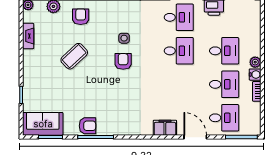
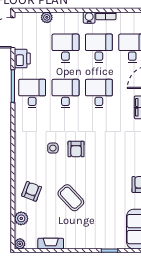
armchair: (81, 17) -> (32, 191), turned 111
armchair: (123, 61) -> (76, 149), turned -90
plant: (255, 62) -> (47, 17), moved
desk: (179, 84) -> (99, 94), added

